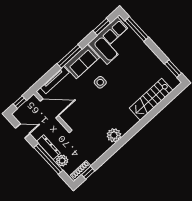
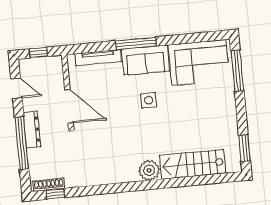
window: (102, 27) -> (199, 37), removed
door: (49, 108) -> (69, 106), moved
plant: (114, 135) -> (149, 170), moved
plant: (62, 161) -> (36, 157), removed

